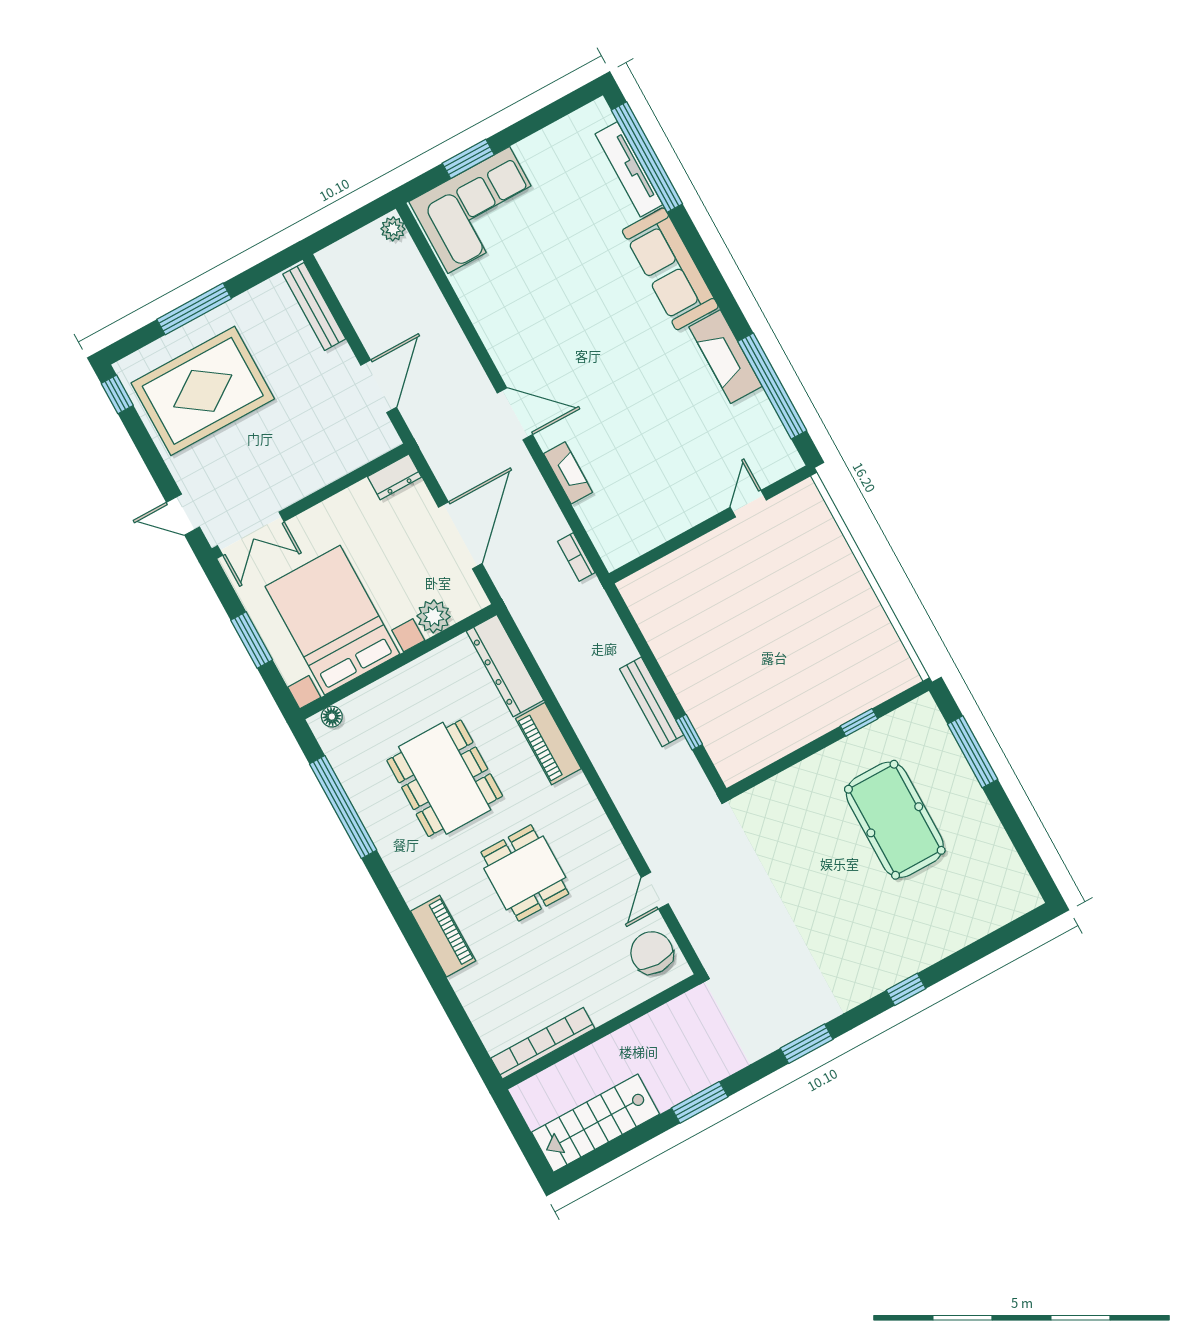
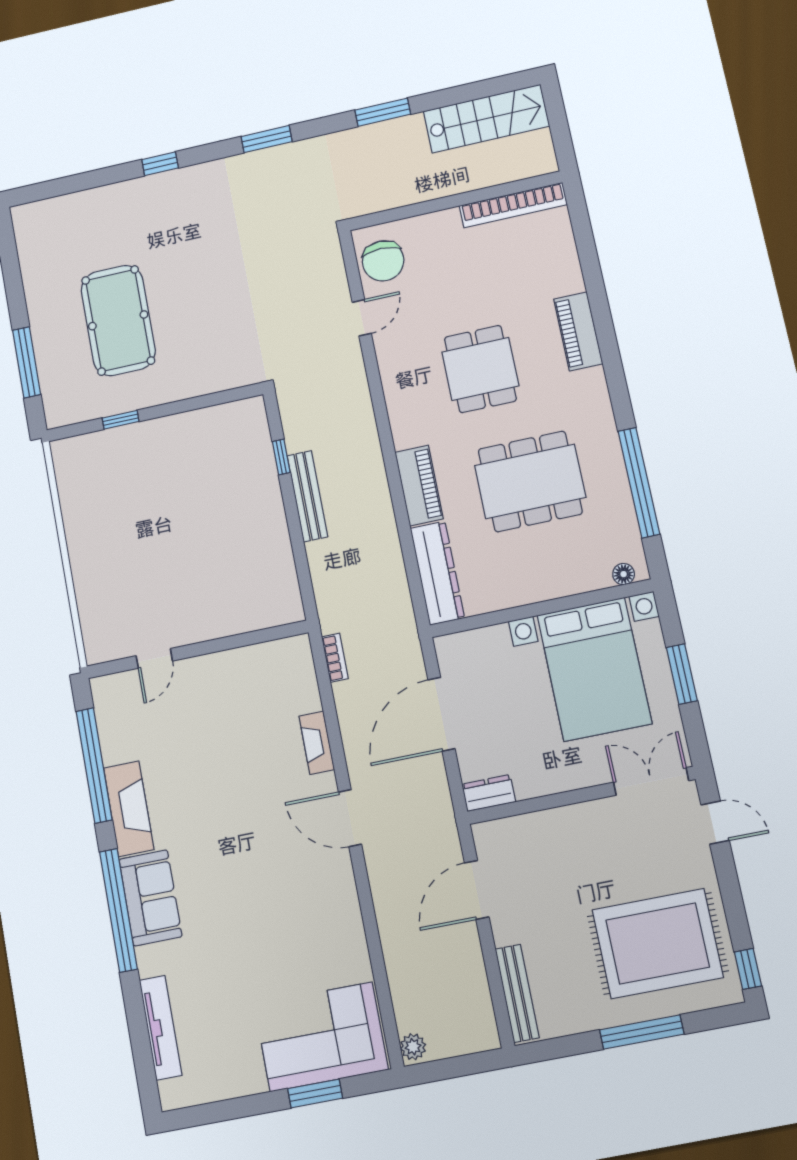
window: (647, 157) -> (118, 910), moved
sofa: (670, 269) -> (150, 898), width x0.73
plant: (434, 616) -> (492, 642), removed
dining table: (445, 778) -> (530, 481), turned 90

